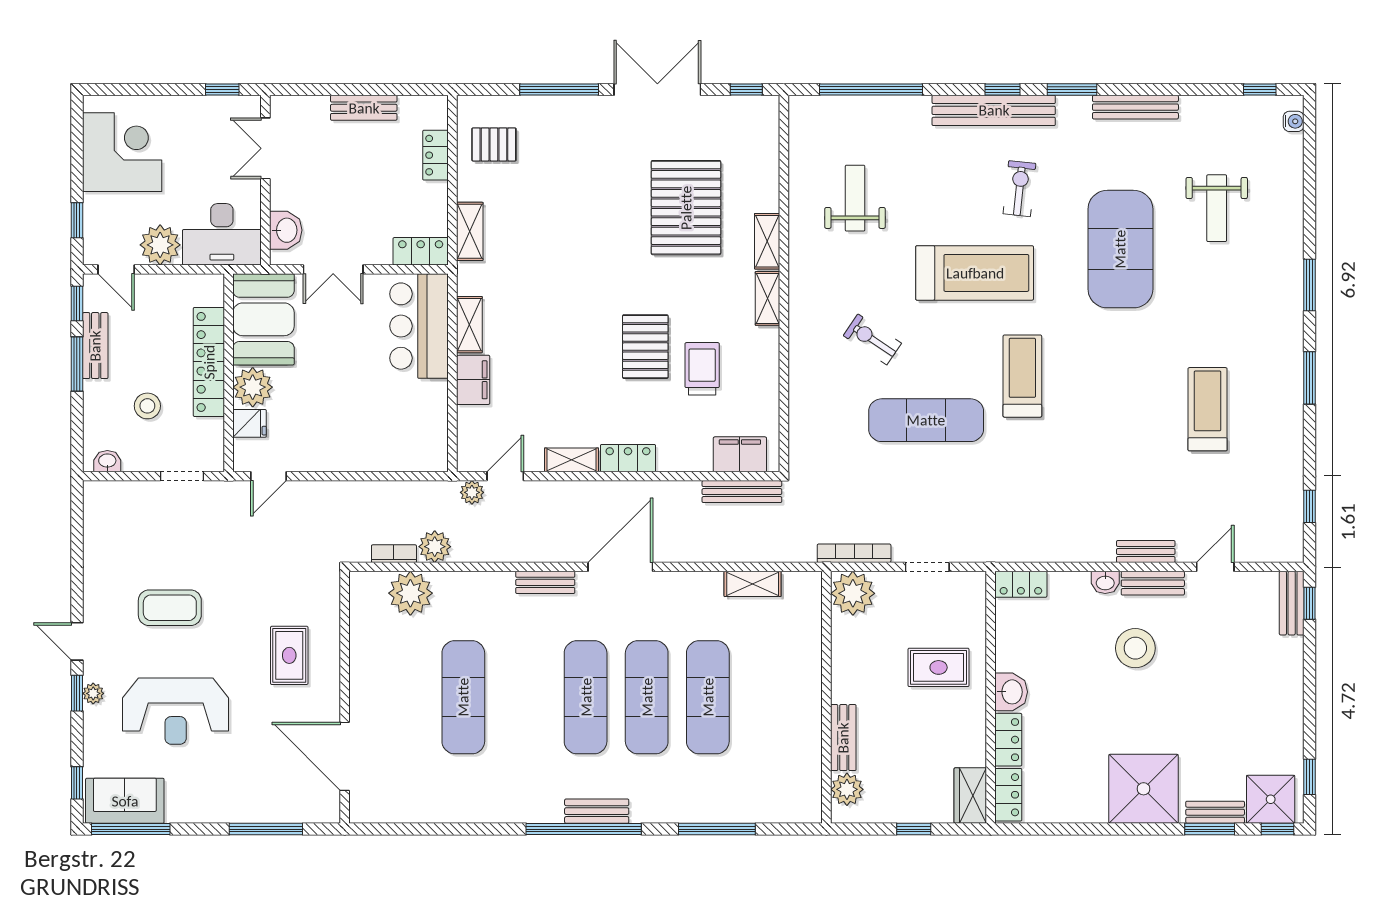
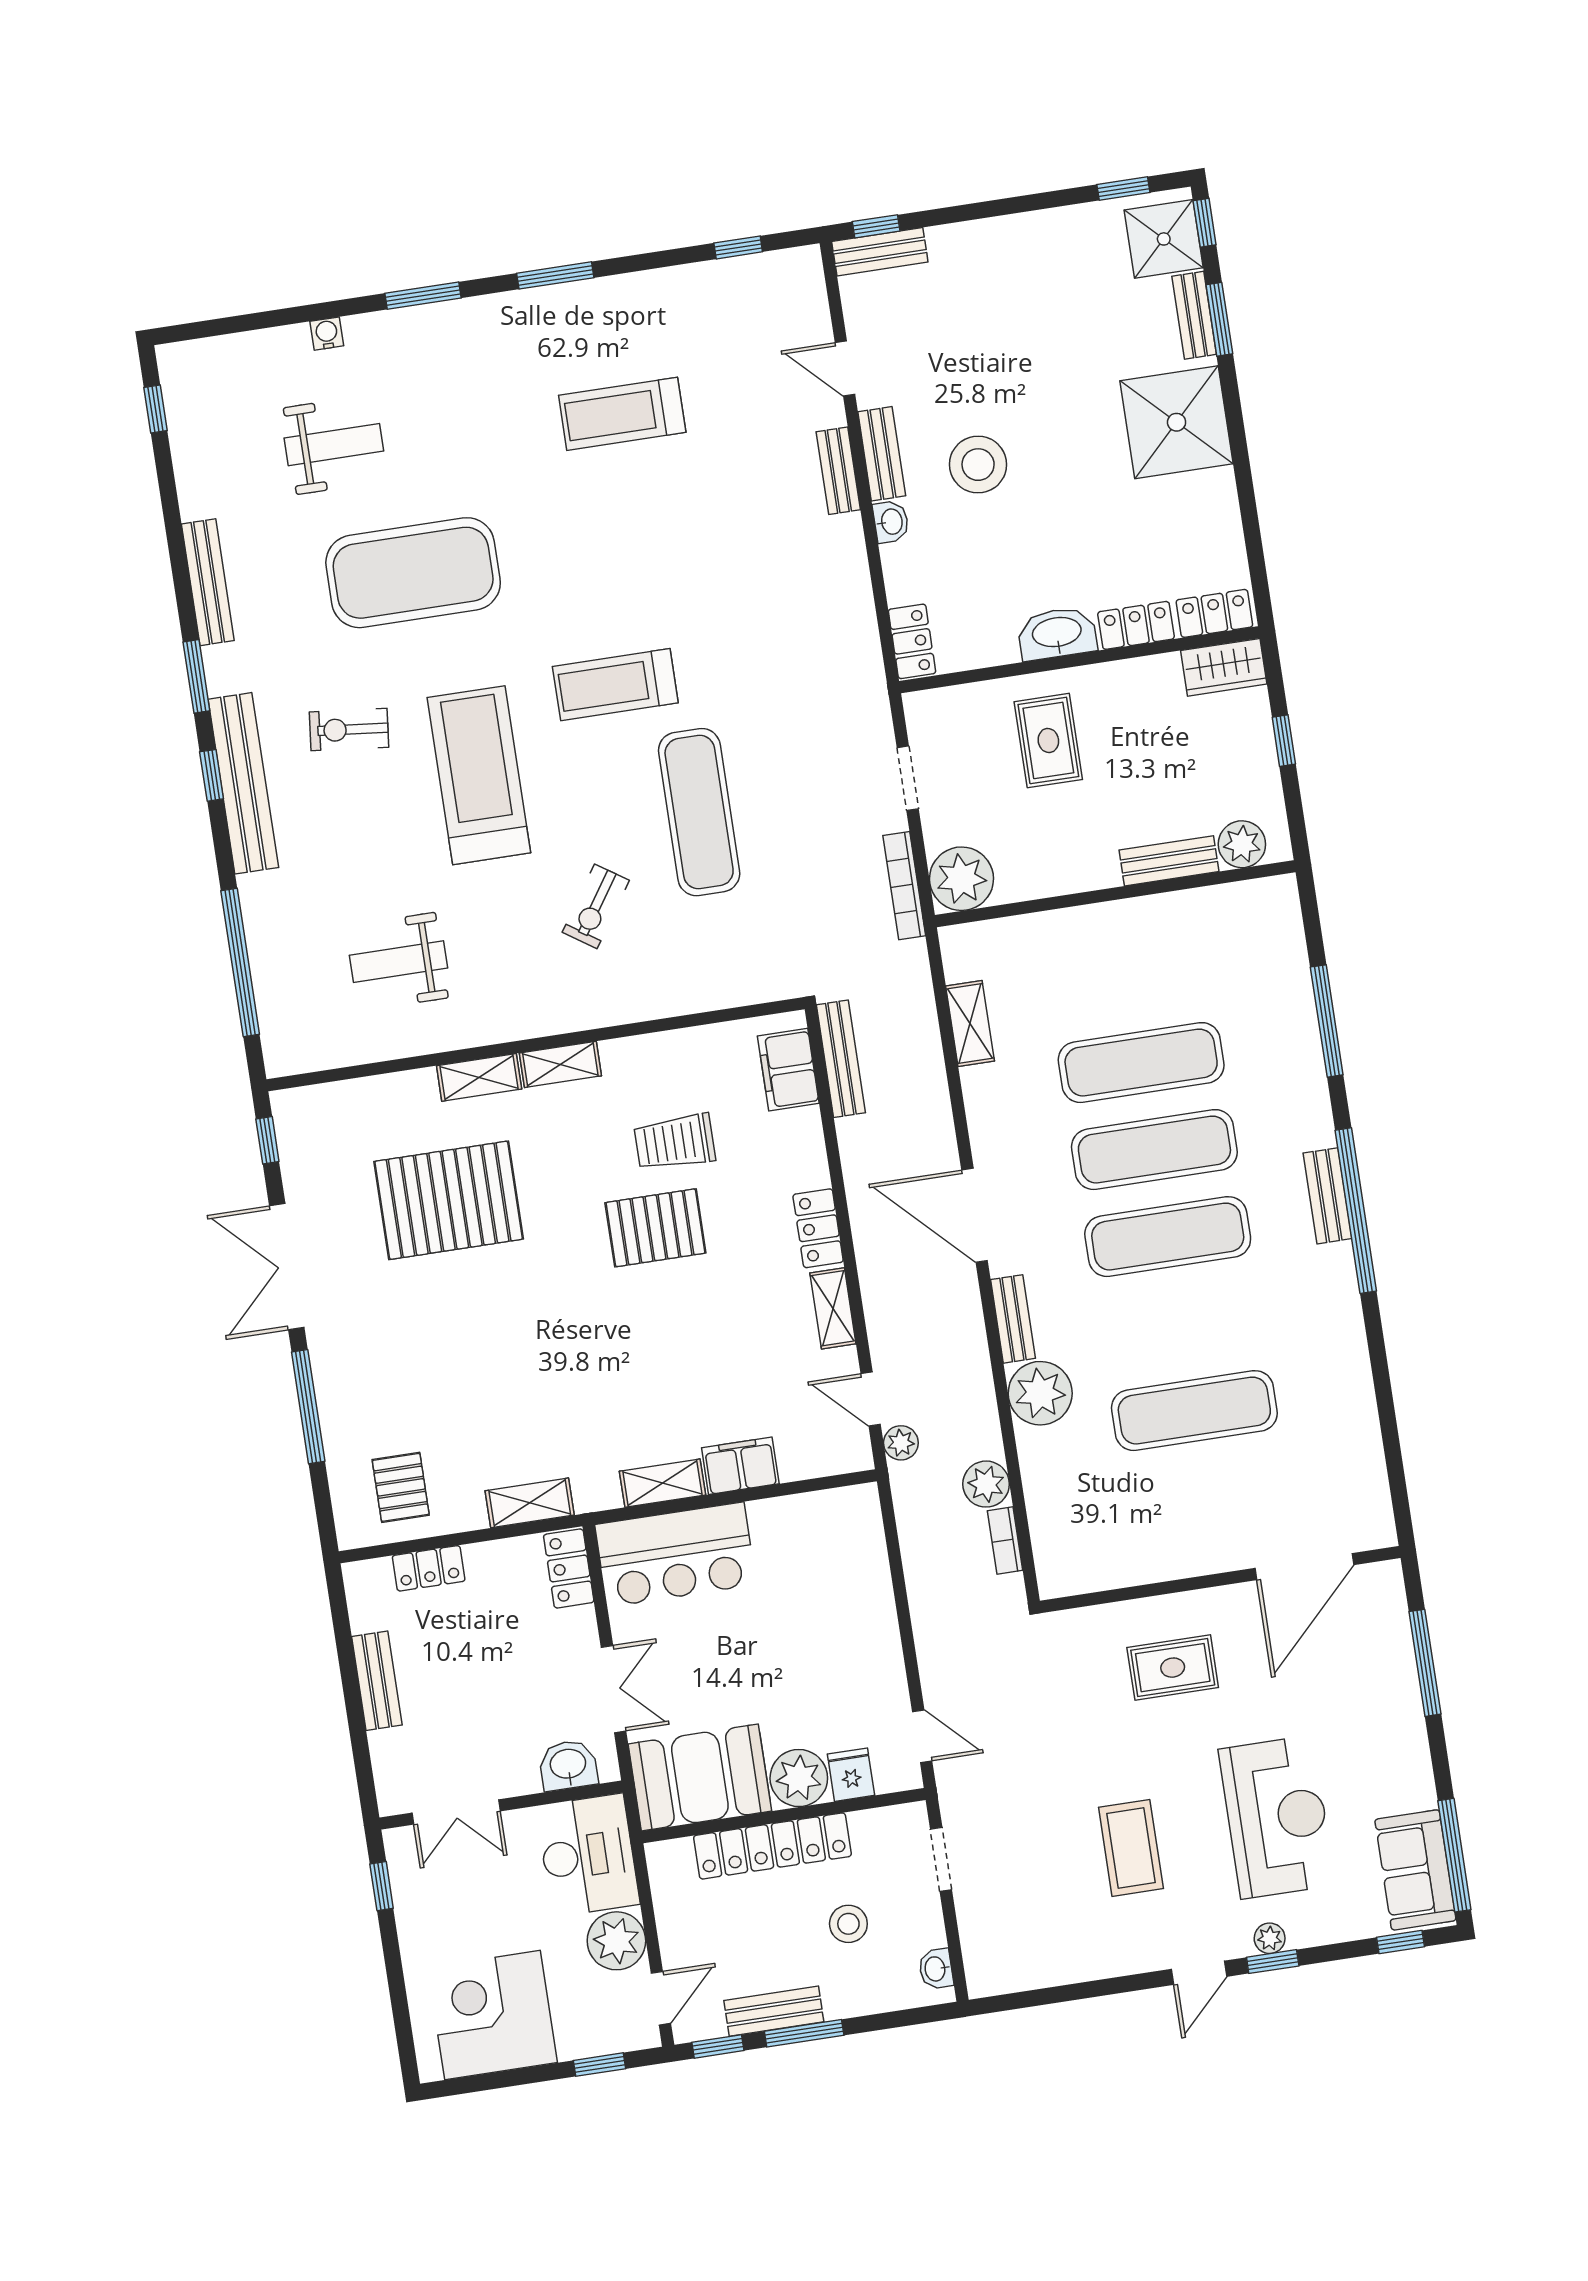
water cooler: (1294, 121) -> (327, 334), moved
plant: (410, 593) -> (1040, 1393), moved
washbasin: (1011, 692) -> (1057, 633), width x1.38

